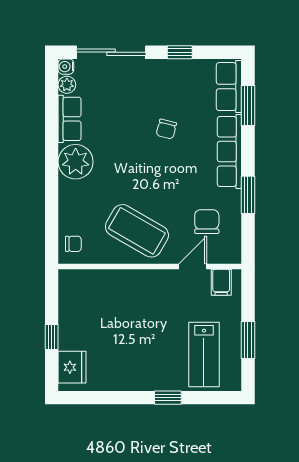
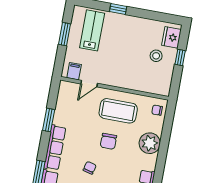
plant: (76, 162) -> (150, 143), moved
chair: (207, 222) -> (108, 141), moved
coffee table: (137, 231) -> (118, 111), turned -30
stool: (92, 332) -> (156, 56), added

